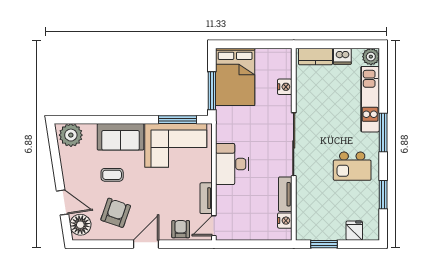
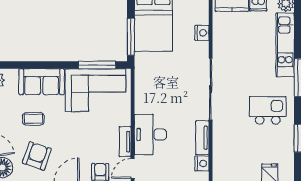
desk: (232, 164) -> (150, 135), moved
kitchen island: (352, 166) -> (268, 110), turned 180

